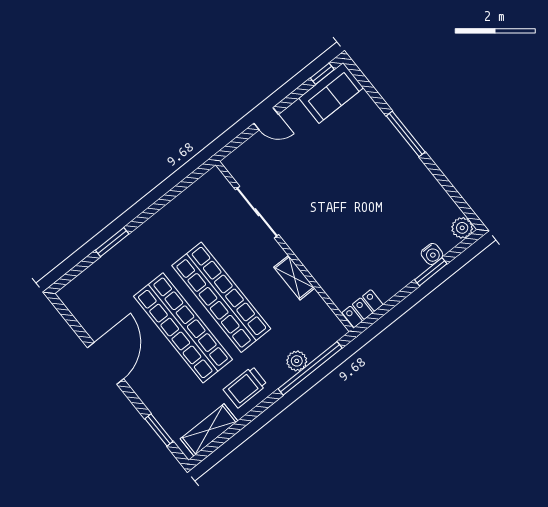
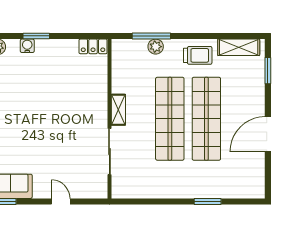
shelving: (294, 278) -> (118, 110), moved
window: (310, 368) -> (151, 36), width x0.68

